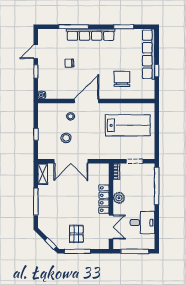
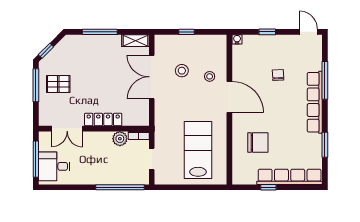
door: (36, 52) -> (308, 32), moved
lab bench: (128, 125) -> (198, 150), turned 180
plant: (119, 198) -> (120, 139), moved
desk: (142, 222) -> (54, 166), moved, turned 90

